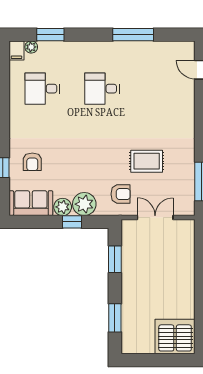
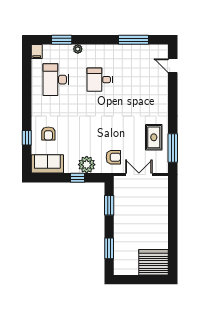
window: (133, 35) -> (134, 40), moved
plant: (31, 47) -> (78, 49), moved
desk: (42, 89) -> (56, 80), width x1.37
rug: (147, 161) -> (154, 137), moved, turned 90
plant: (63, 207) -> (71, 167), removed

